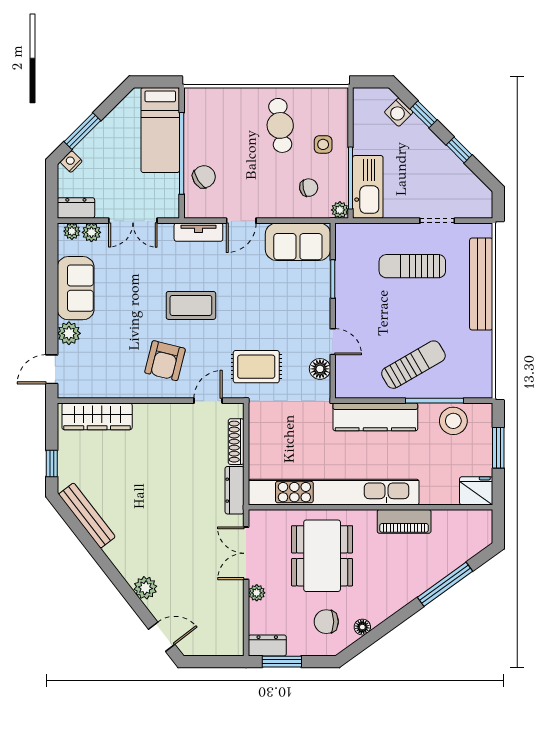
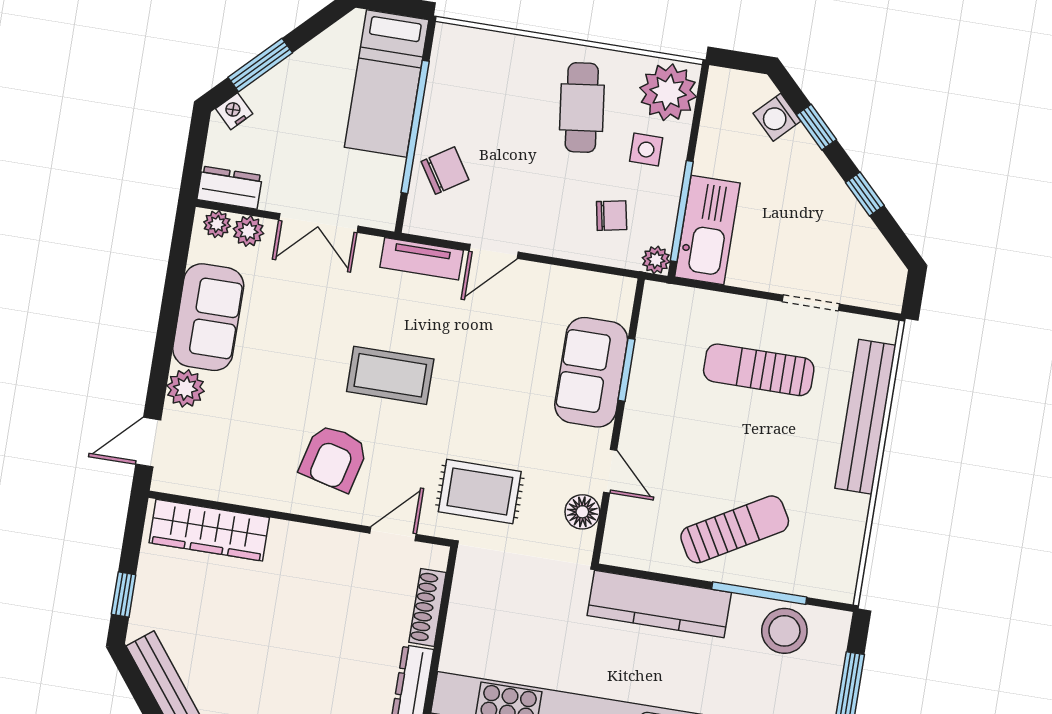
plant: (331, 108) -> (668, 92), added
sofa: (298, 242) -> (591, 372), moved, turned 90

